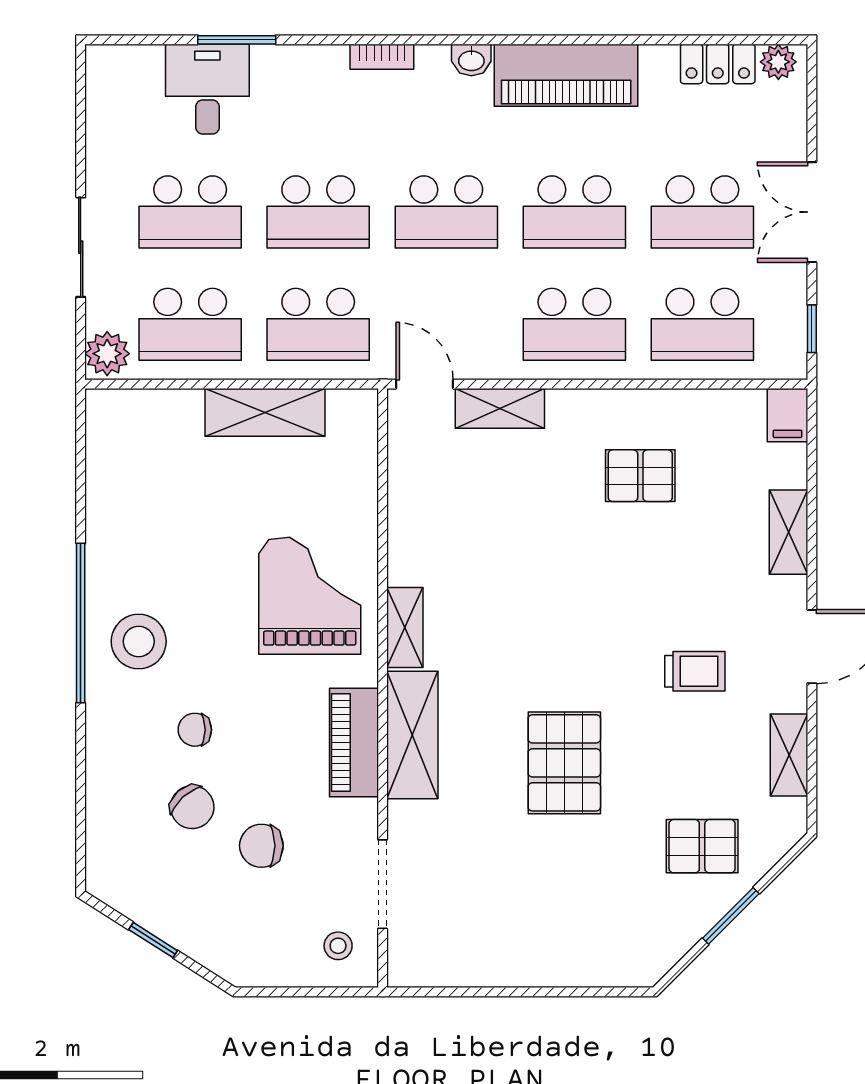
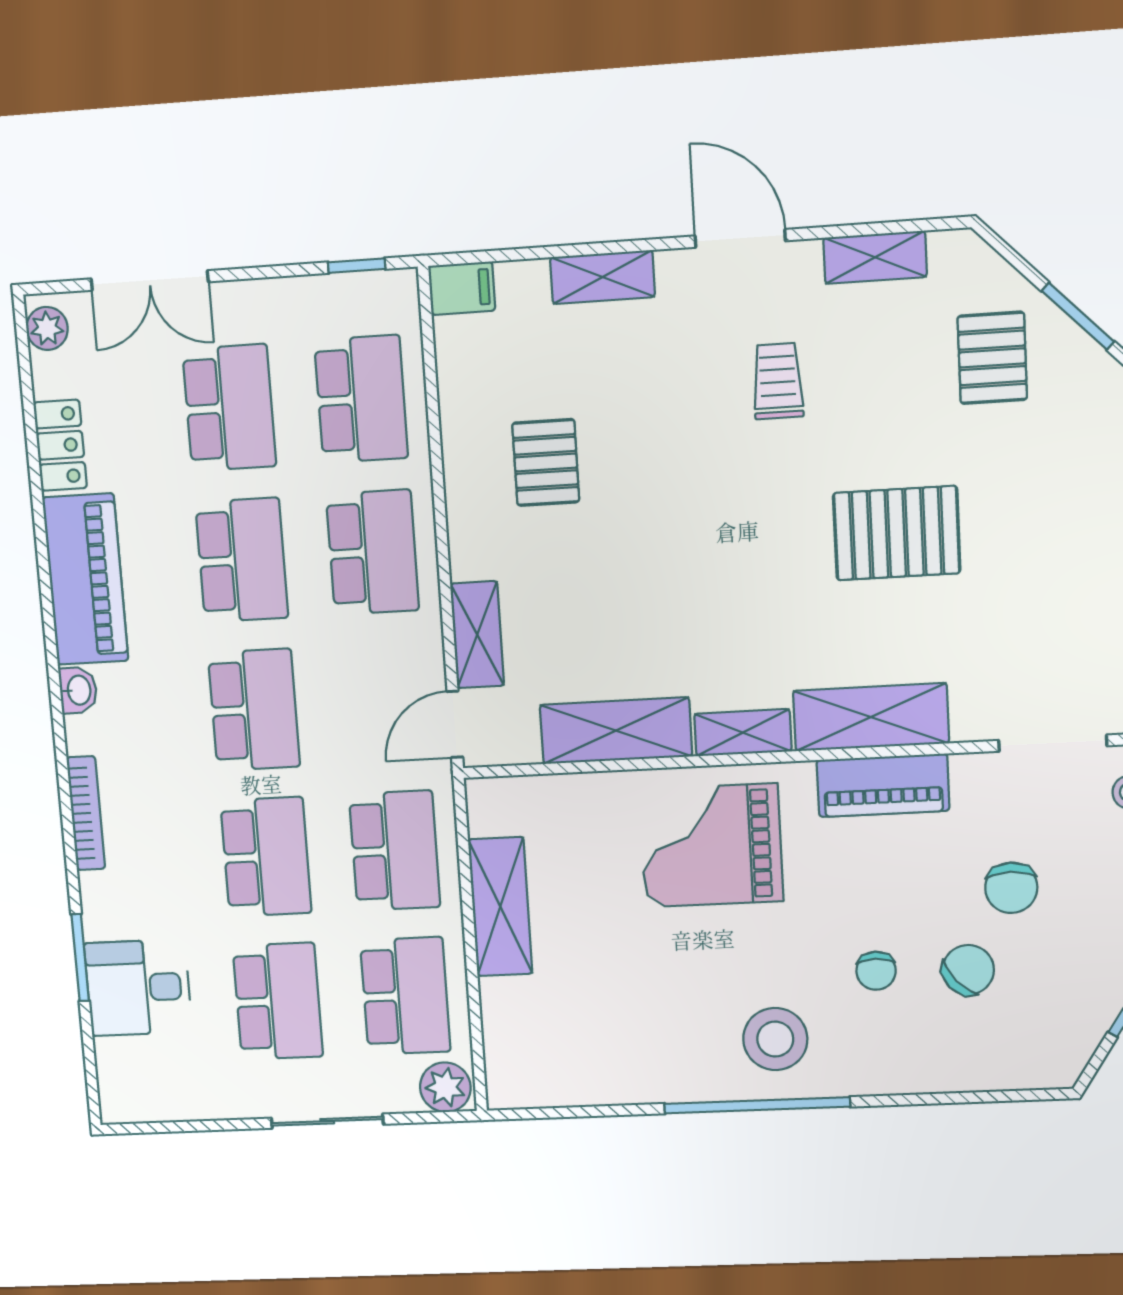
bookcase: (382, 57) -> (86, 813), width x1.56
locker: (718, 64) -> (60, 445), moved
double door: (812, 212) -> (150, 280), moved
shelving: (412, 521) -> (616, 731), added

